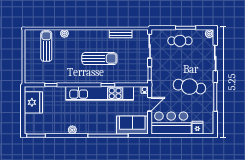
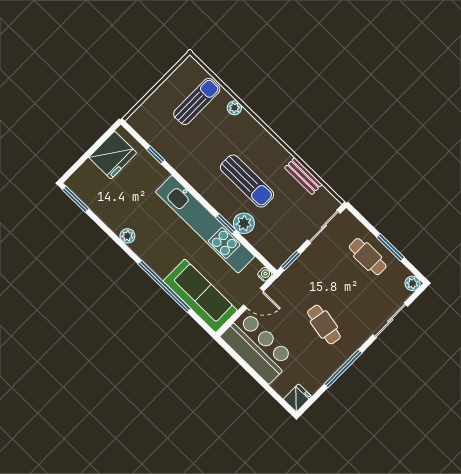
plant: (115, 77) -> (244, 223), added
cafe table: (189, 87) -> (324, 324), width x0.73, depth x0.74
sofa: (132, 125) -> (200, 296), width x1.36
fridge: (197, 128) -> (297, 398), moved

